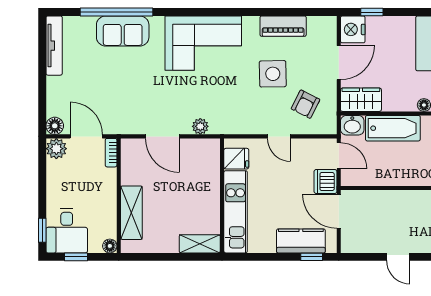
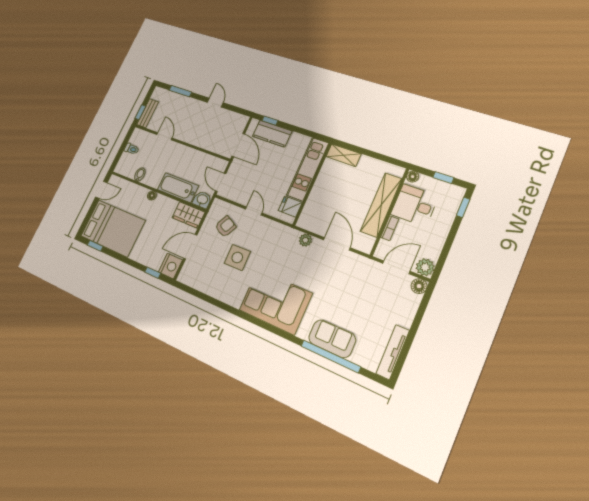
piano: (283, 26) -> (214, 289), removed
door: (86, 136) -> (396, 267), swing flipped
bookcase: (111, 153) -> (390, 228), moved
dishwasher: (325, 182) -> (237, 168), removed
shelving: (131, 213) -> (381, 205), width x1.47
desk: (67, 231) -> (414, 205), moved, turned -90

